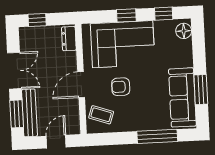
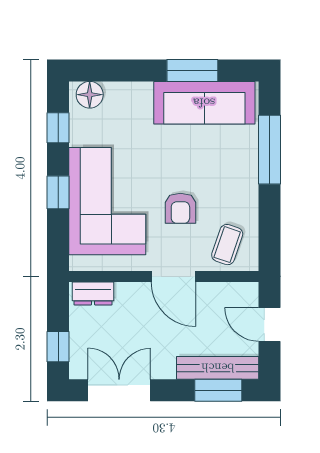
double door: (14, 71) -> (119, 390), moved

